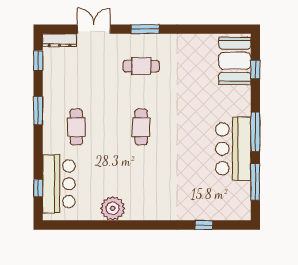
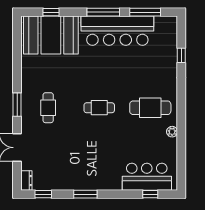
dresser: (60, 40) -> (26, 181), width x0.70
booth: (235, 61) -> (51, 35), width x1.36, depth x1.42
cafe table: (76, 127) -> (150, 108), moved, width x1.37, depth x1.35
bar counter: (233, 149) -> (117, 31), width x1.36
plant: (113, 208) -> (172, 132), width x0.53, depth x0.53

